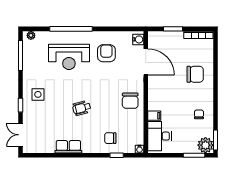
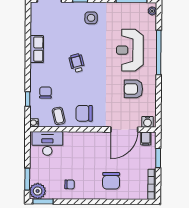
armchair: (106, 53) -> (133, 89), turned 180
filing cabinet: (154, 116) -> (146, 139), moved
coffee table: (133, 125) -> (59, 116), added

